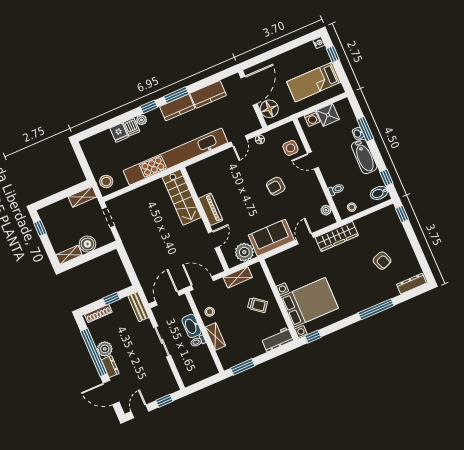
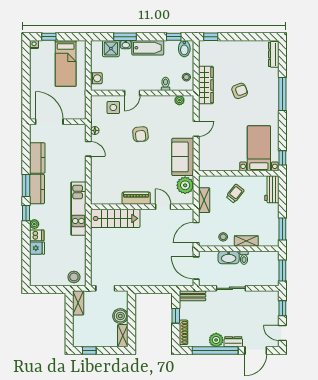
floor lamp: (269, 109) -> (72, 111), removed
shower: (328, 115) -> (111, 49), moved
kitchen unit: (176, 157) -> (78, 209), width x0.54
wardrobe: (337, 236) -> (206, 85), moved
door: (305, 239) -> (196, 129), swing flipped
armchair: (382, 261) -> (240, 91), moved
bed with nightstands: (310, 302) -> (259, 148), width x0.73
window: (202, 385) -> (282, 271), added

